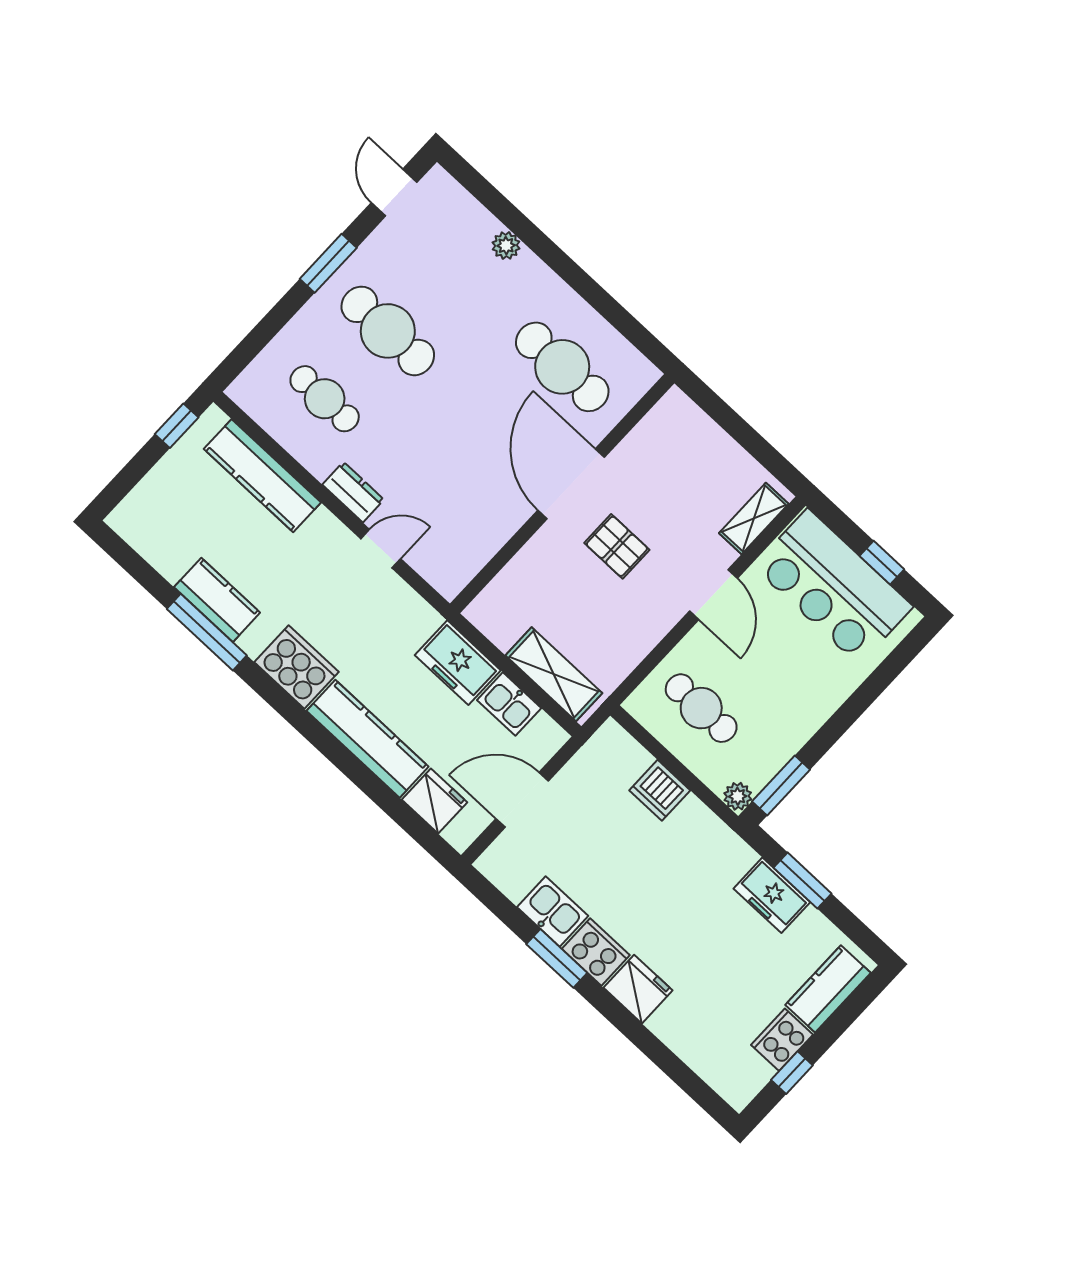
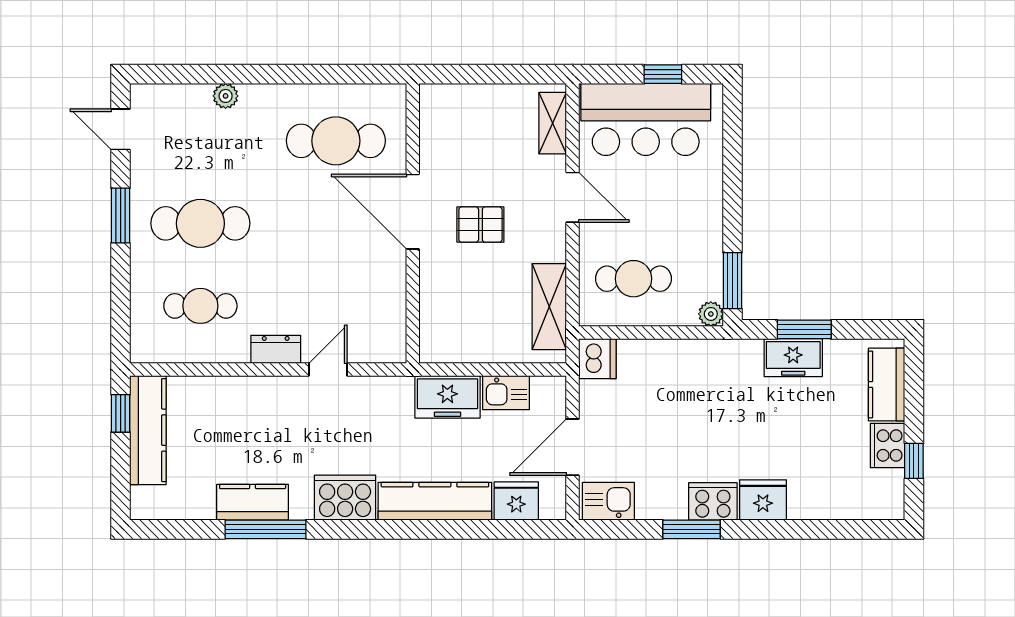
kitchen counter: (262, 476) -> (148, 430), moved, turned -90
shelving: (554, 674) -> (549, 307), moved, turned 90
dishwasher: (660, 790) -> (597, 359), moved, turned -90
kitchen sink: (553, 911) -> (608, 501), moved

